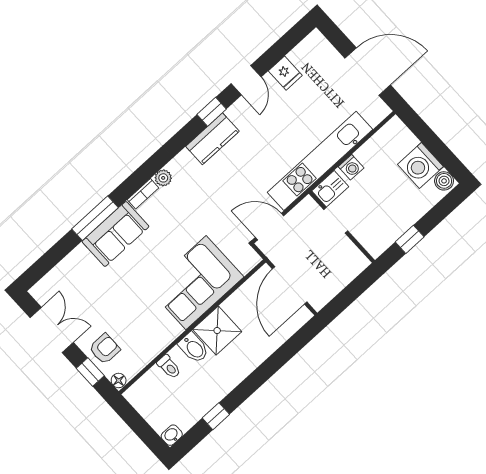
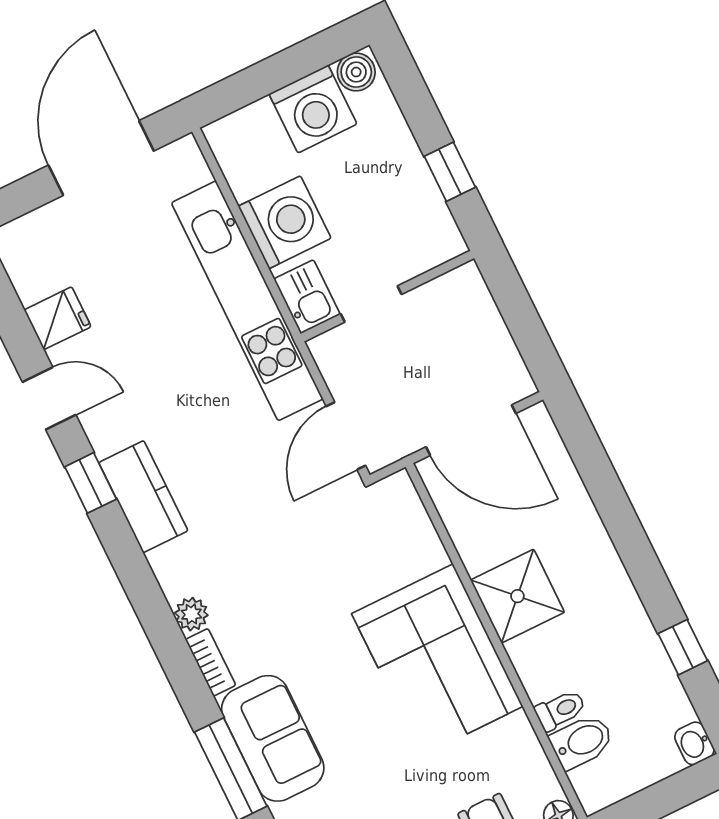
washing machine: (351, 167) -> (285, 222), width x1.89, depth x1.89
corner sofa: (196, 283) -> (437, 660), moved
bidet: (194, 348) -> (582, 742), moved

